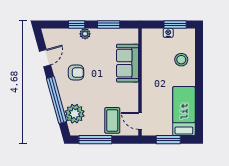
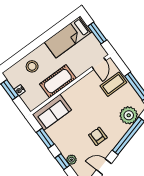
plant: (85, 34) -> (71, 160), moved
sofa: (128, 63) -> (52, 112), moved
cot: (151, 73) -> (58, 81), added

